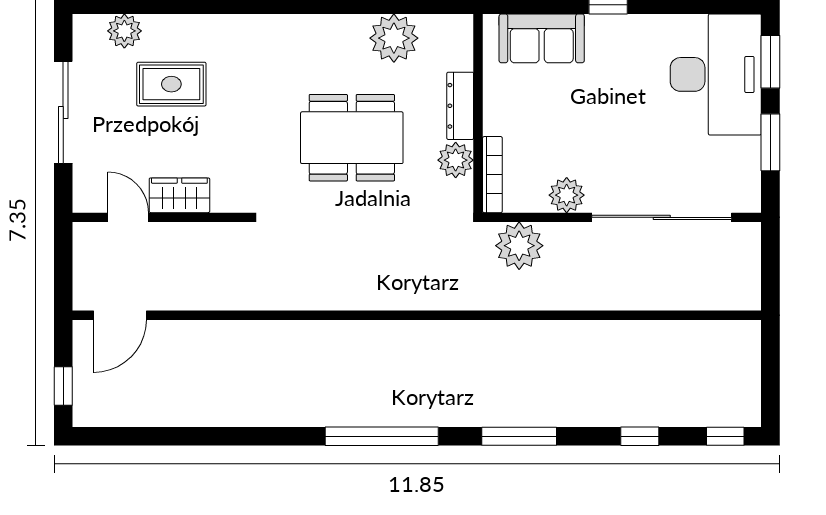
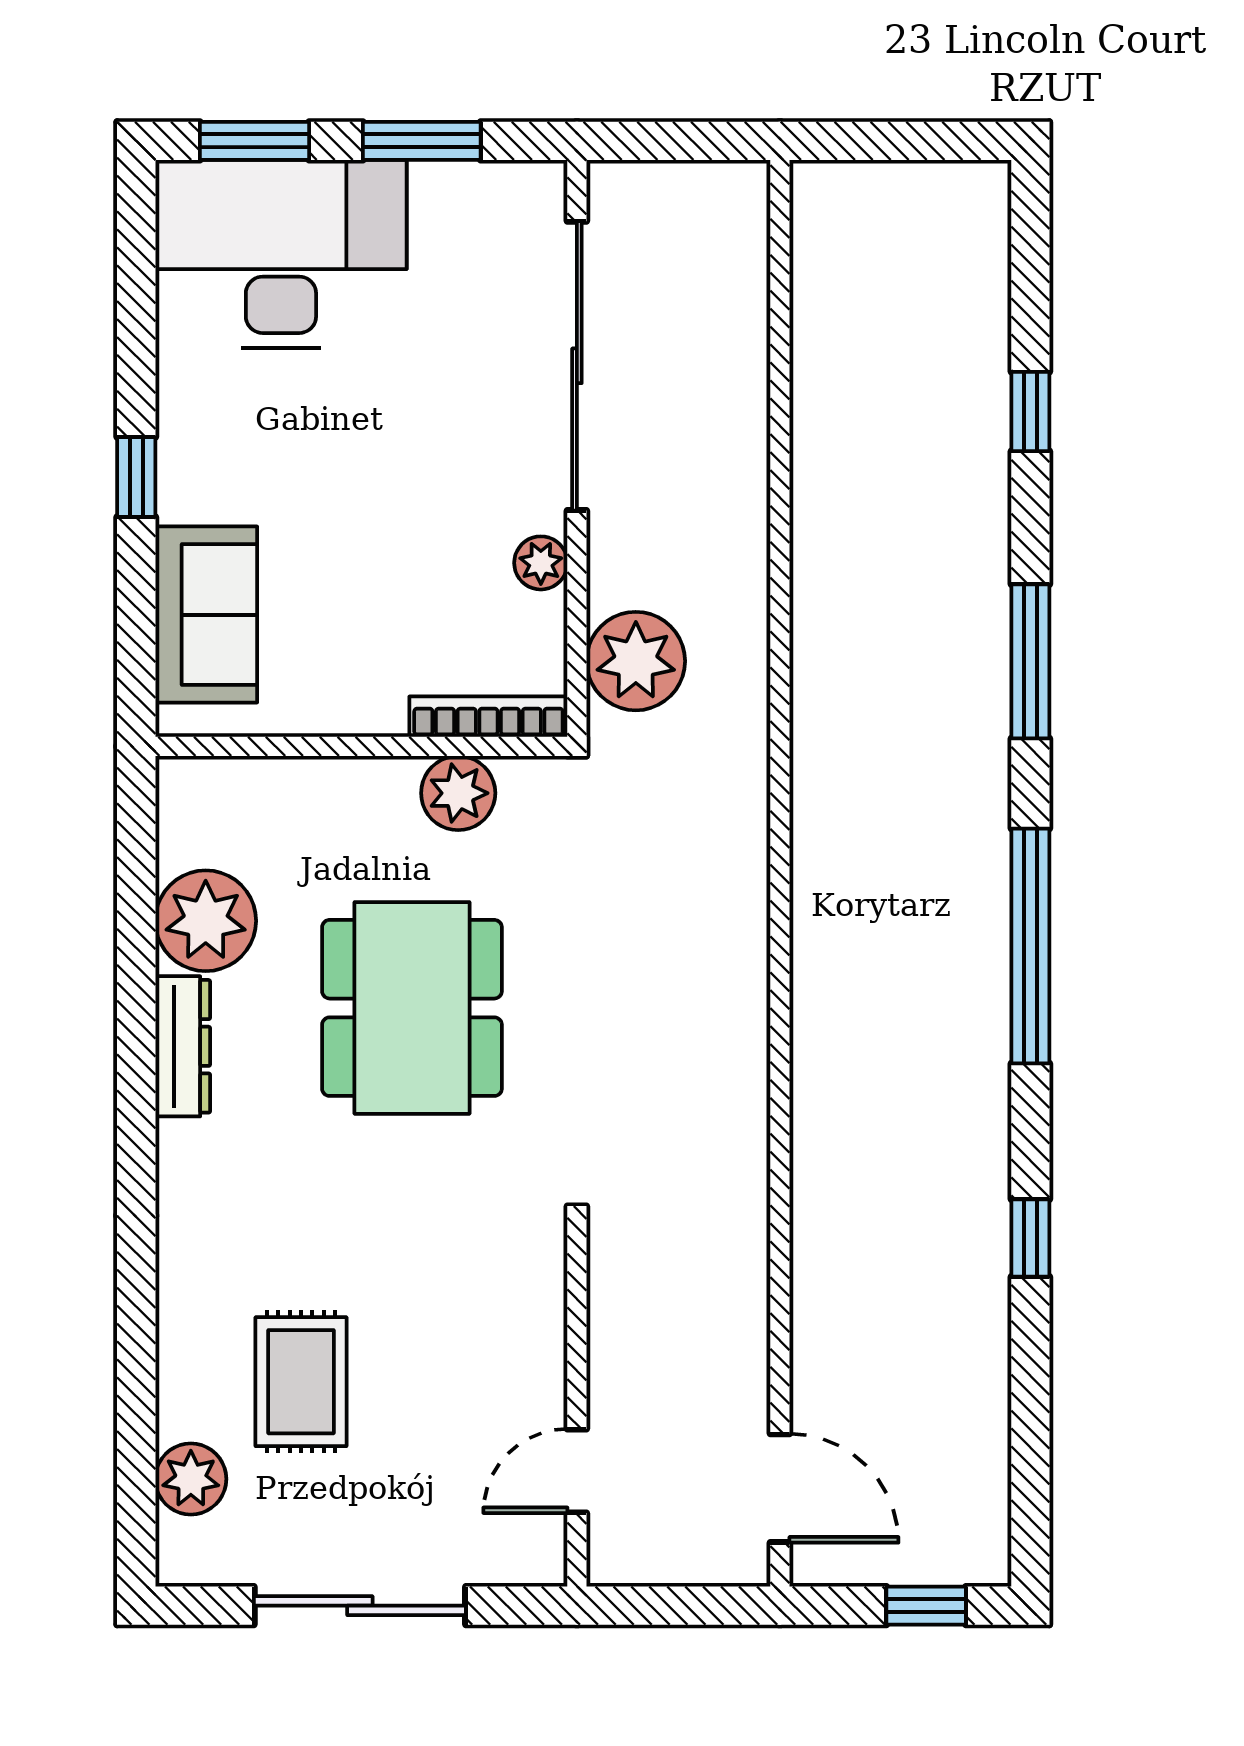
dresser: (460, 106) -> (183, 1046), moved, turned -90
wardrobe: (179, 195) -> (531, 1365), removed
plant: (567, 195) -> (541, 563), width x0.73, depth x0.73
window: (725, 436) -> (1030, 1238), moved

